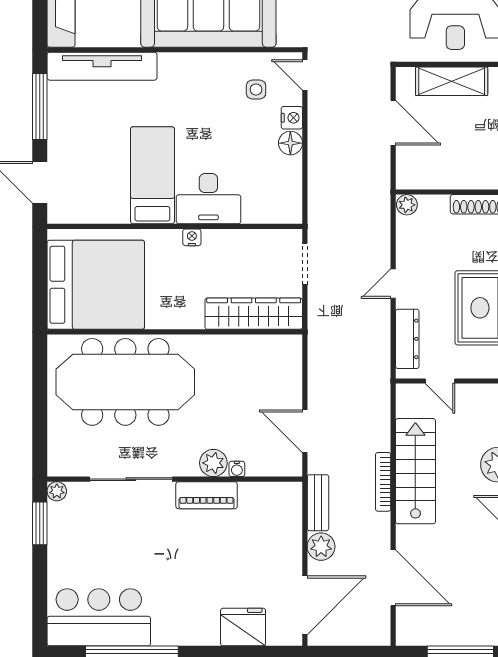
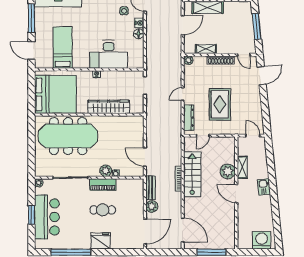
door: (393, 123) -> (183, 25), hinge flipped
bed: (152, 175) -> (63, 48), moved
shelving: (447, 179) -> (206, 49), added
desk: (208, 199) -> (109, 54), width x1.36, depth x1.30
wardrobe: (254, 314) -> (109, 107), moved
door: (440, 381) -> (203, 136), hinge flipped
window: (40, 523) -> (31, 215), moved
cafe table: (206, 554) -> (103, 210), added
door: (393, 578) -> (183, 230), moved
bar counter: (99, 617) -> (47, 217), moved, turned 90
fridge: (243, 627) -> (101, 241), moved

